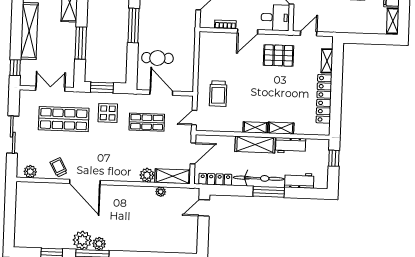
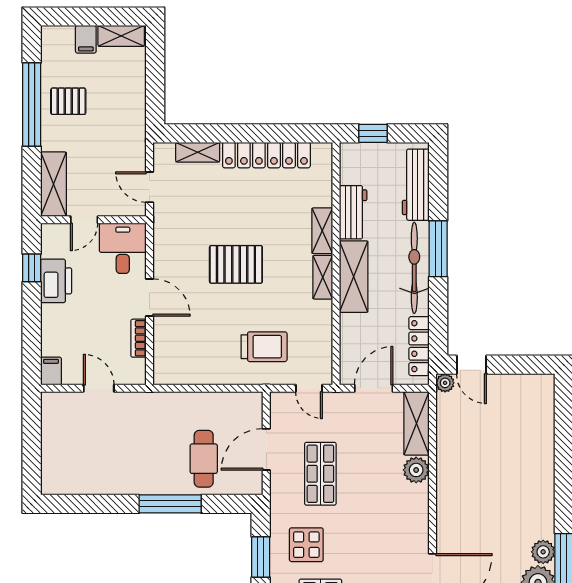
window: (134, 25) -> (170, 504), moved
pallet: (279, 55) -> (236, 264), moved, turned 90
door: (193, 153) -> (374, 388), hinge flipped
workbench: (299, 181) -> (416, 185), width x1.38
plant: (161, 192) -> (445, 383), moved

